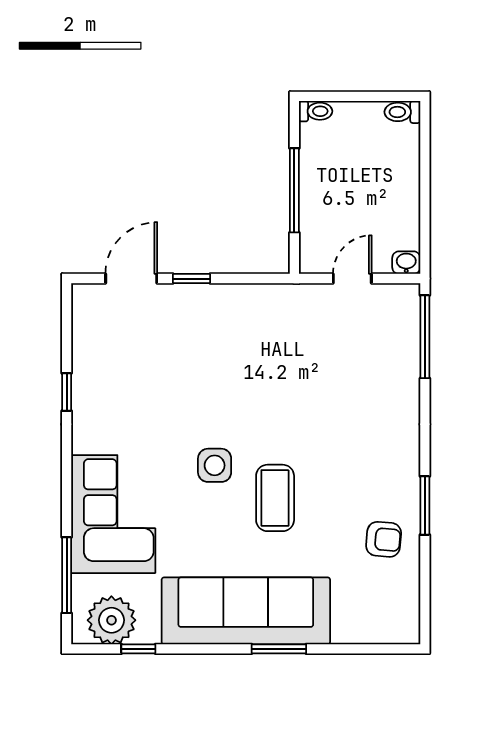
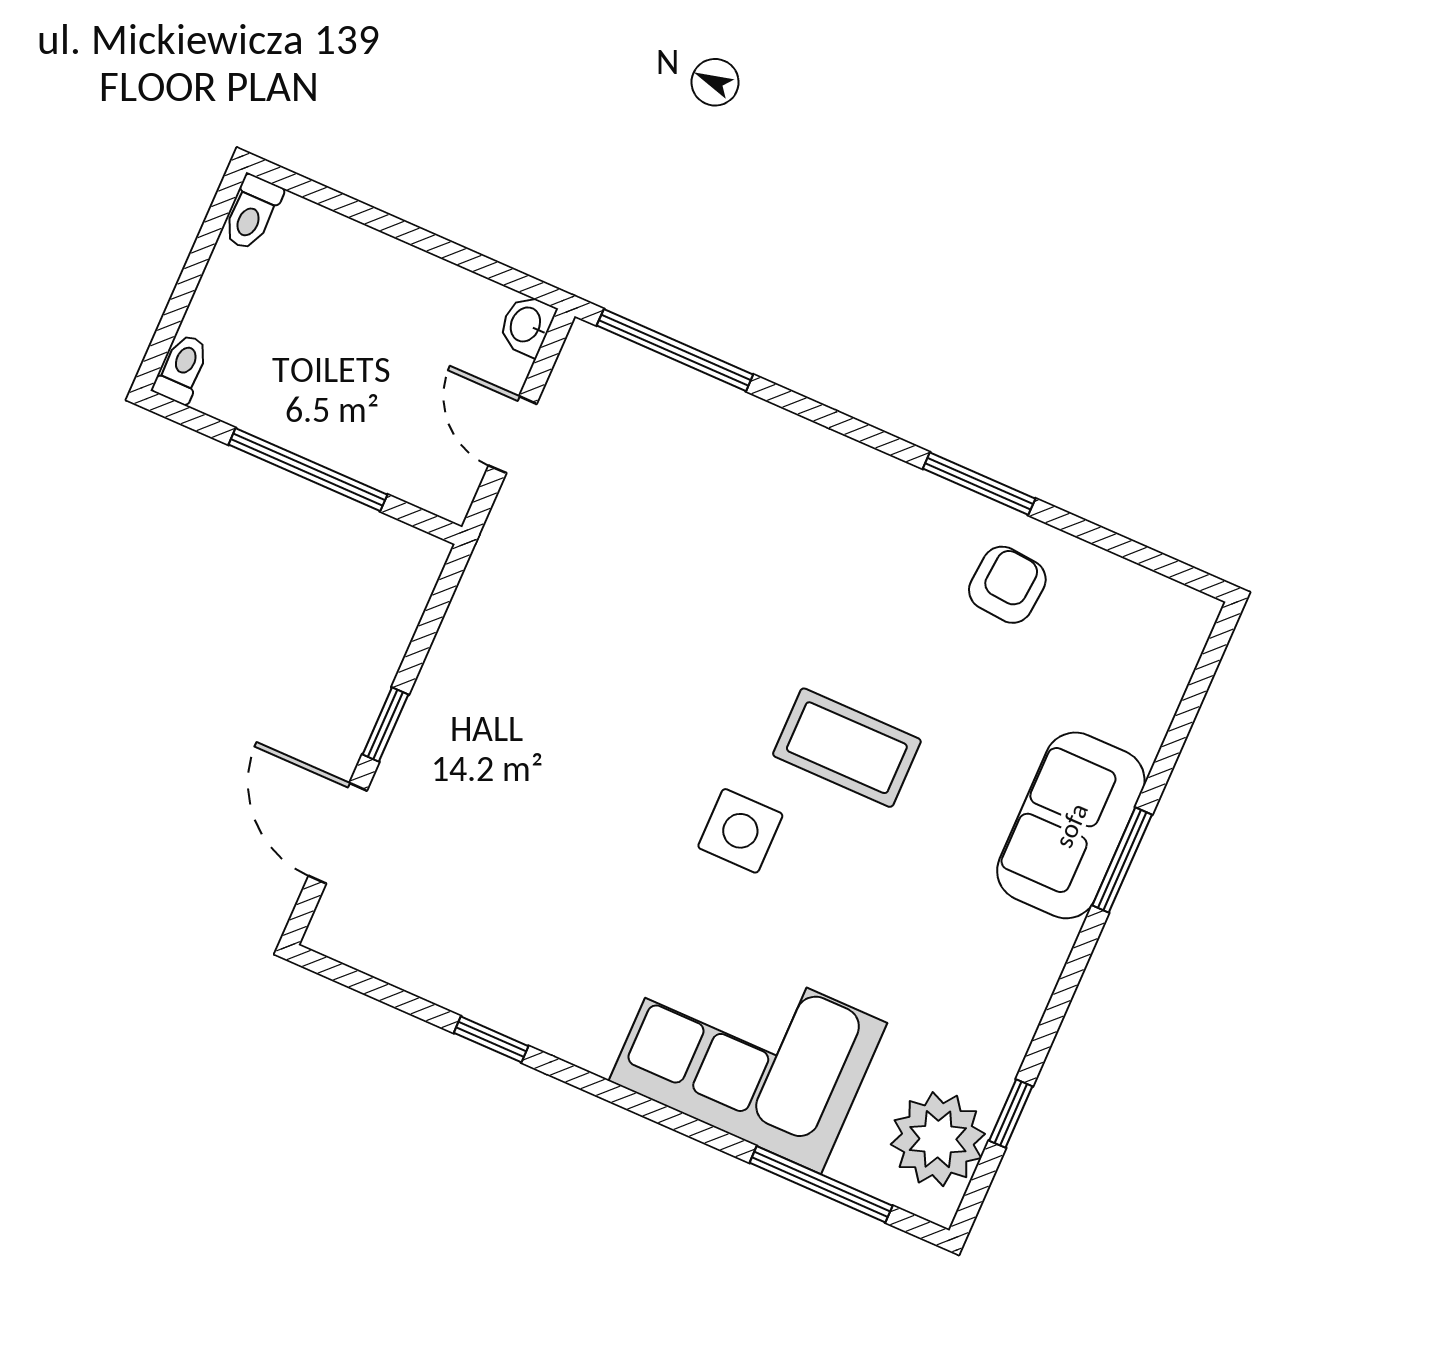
sofa: (246, 611) -> (1071, 825), width x0.54, depth x0.79

